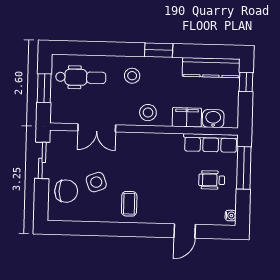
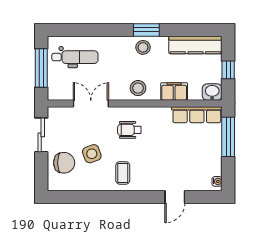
stool: (132, 76) -> (143, 47), moved
window: (246, 82) -> (228, 70), moved
window: (44, 88) -> (41, 68), width x1.44
washbasin: (213, 119) -> (212, 92), moved
double door: (97, 128) -> (91, 103), swing flipped
wheelchair: (212, 180) -> (129, 130), moved

